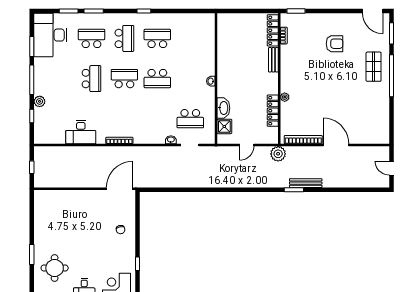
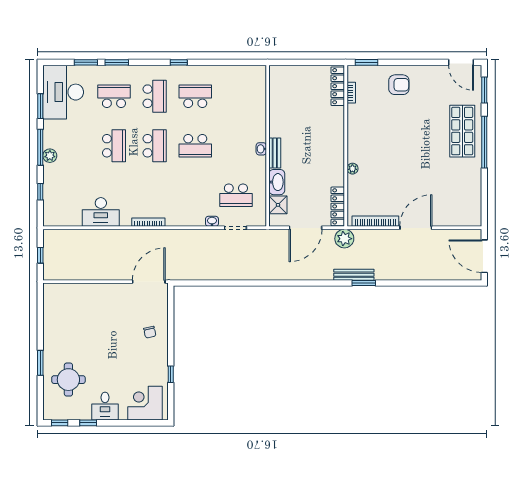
armchair: (334, 44) -> (399, 85), moved
bench: (273, 60) -> (275, 153), moved
shop shelf: (374, 67) -> (462, 131), width x1.43, depth x1.36
school desk: (124, 79) -> (155, 146), turned 90
plant: (40, 101) -> (50, 156), moved
locker: (273, 111) -> (338, 206), moved
door: (247, 145) -> (306, 228), width x1.88
door: (336, 145) -> (416, 228), hinge flipped
door: (391, 168) -> (484, 256), width x1.87
bench: (306, 183) -> (354, 275), moved

